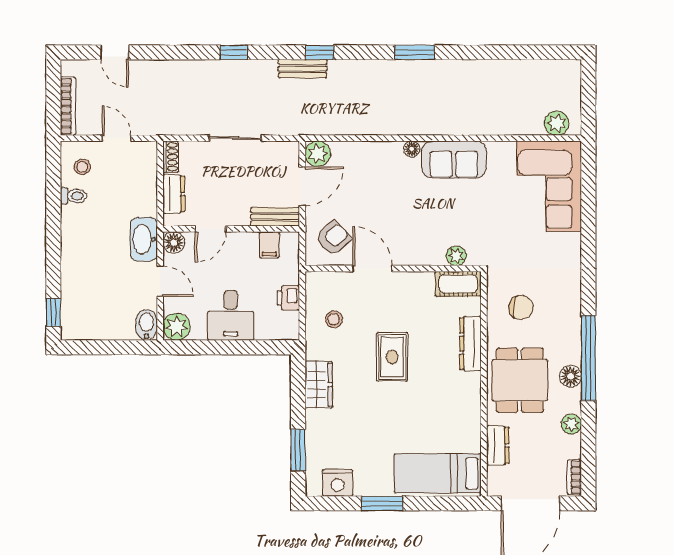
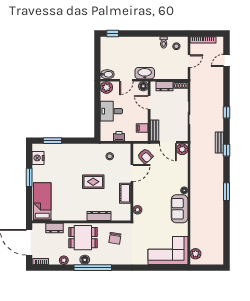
cot: (458, 284) -> (125, 193), moved
wardrobe: (319, 385) -> (81, 150), removed

